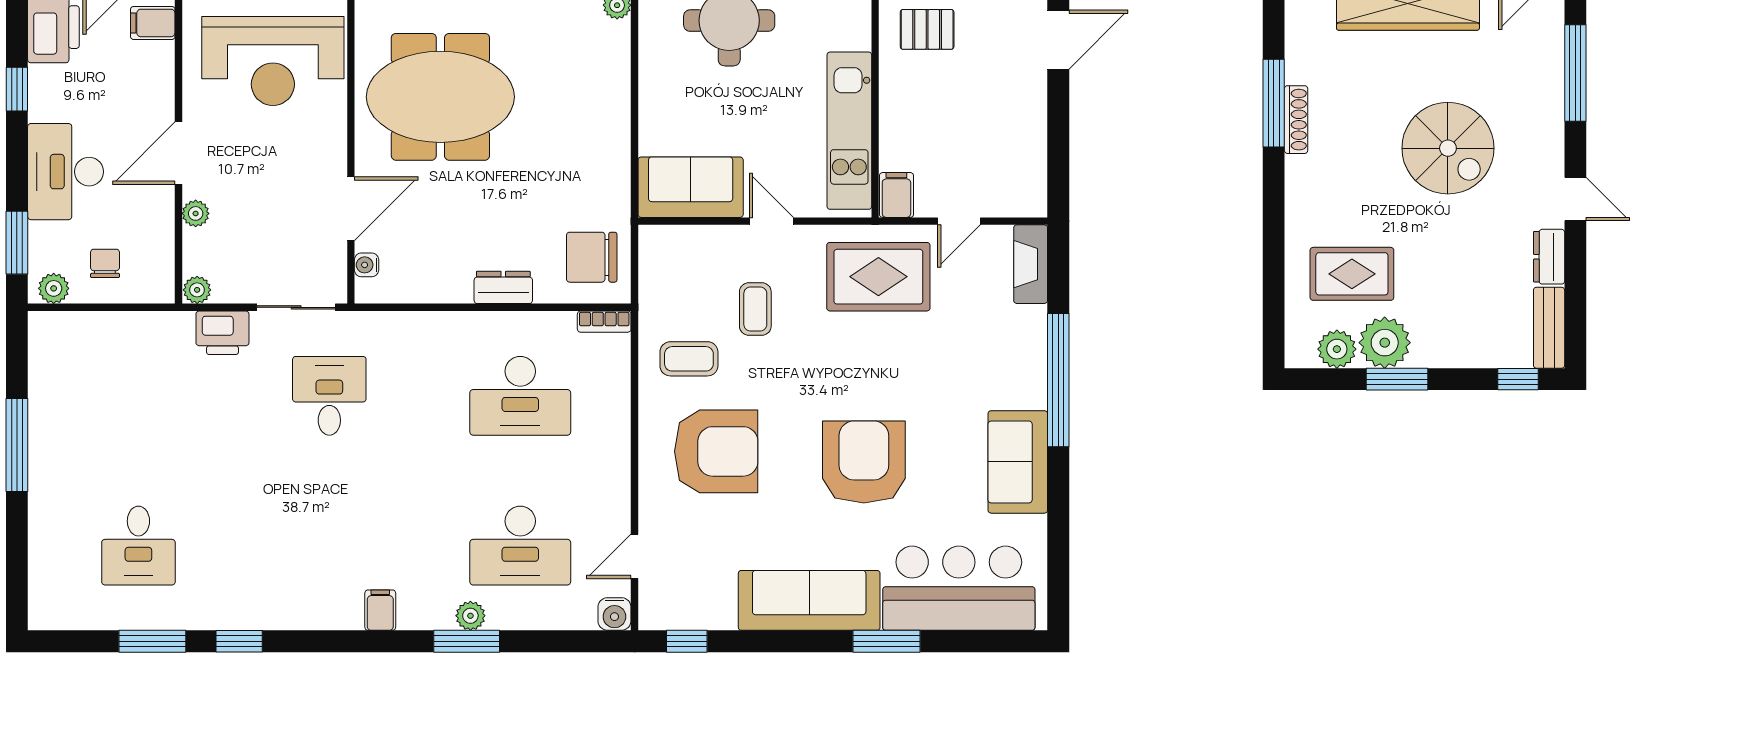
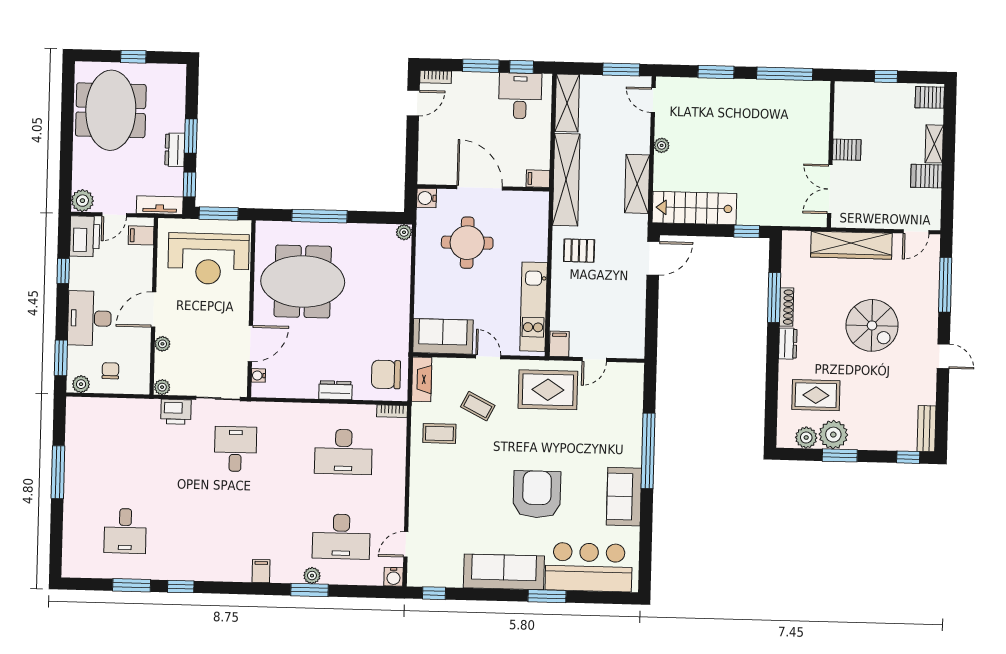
dresser: (1549, 257) -> (788, 344), moved, turned 180
fireplace: (1031, 264) -> (422, 379), moved, turned 180
coffee table: (755, 309) -> (478, 406), turned -63
armchair: (716, 451) -> (453, 486), removed

